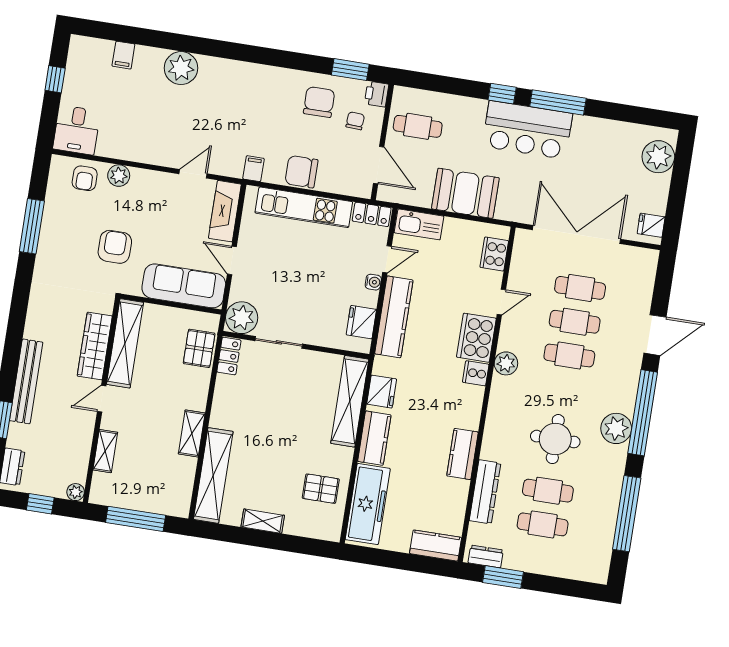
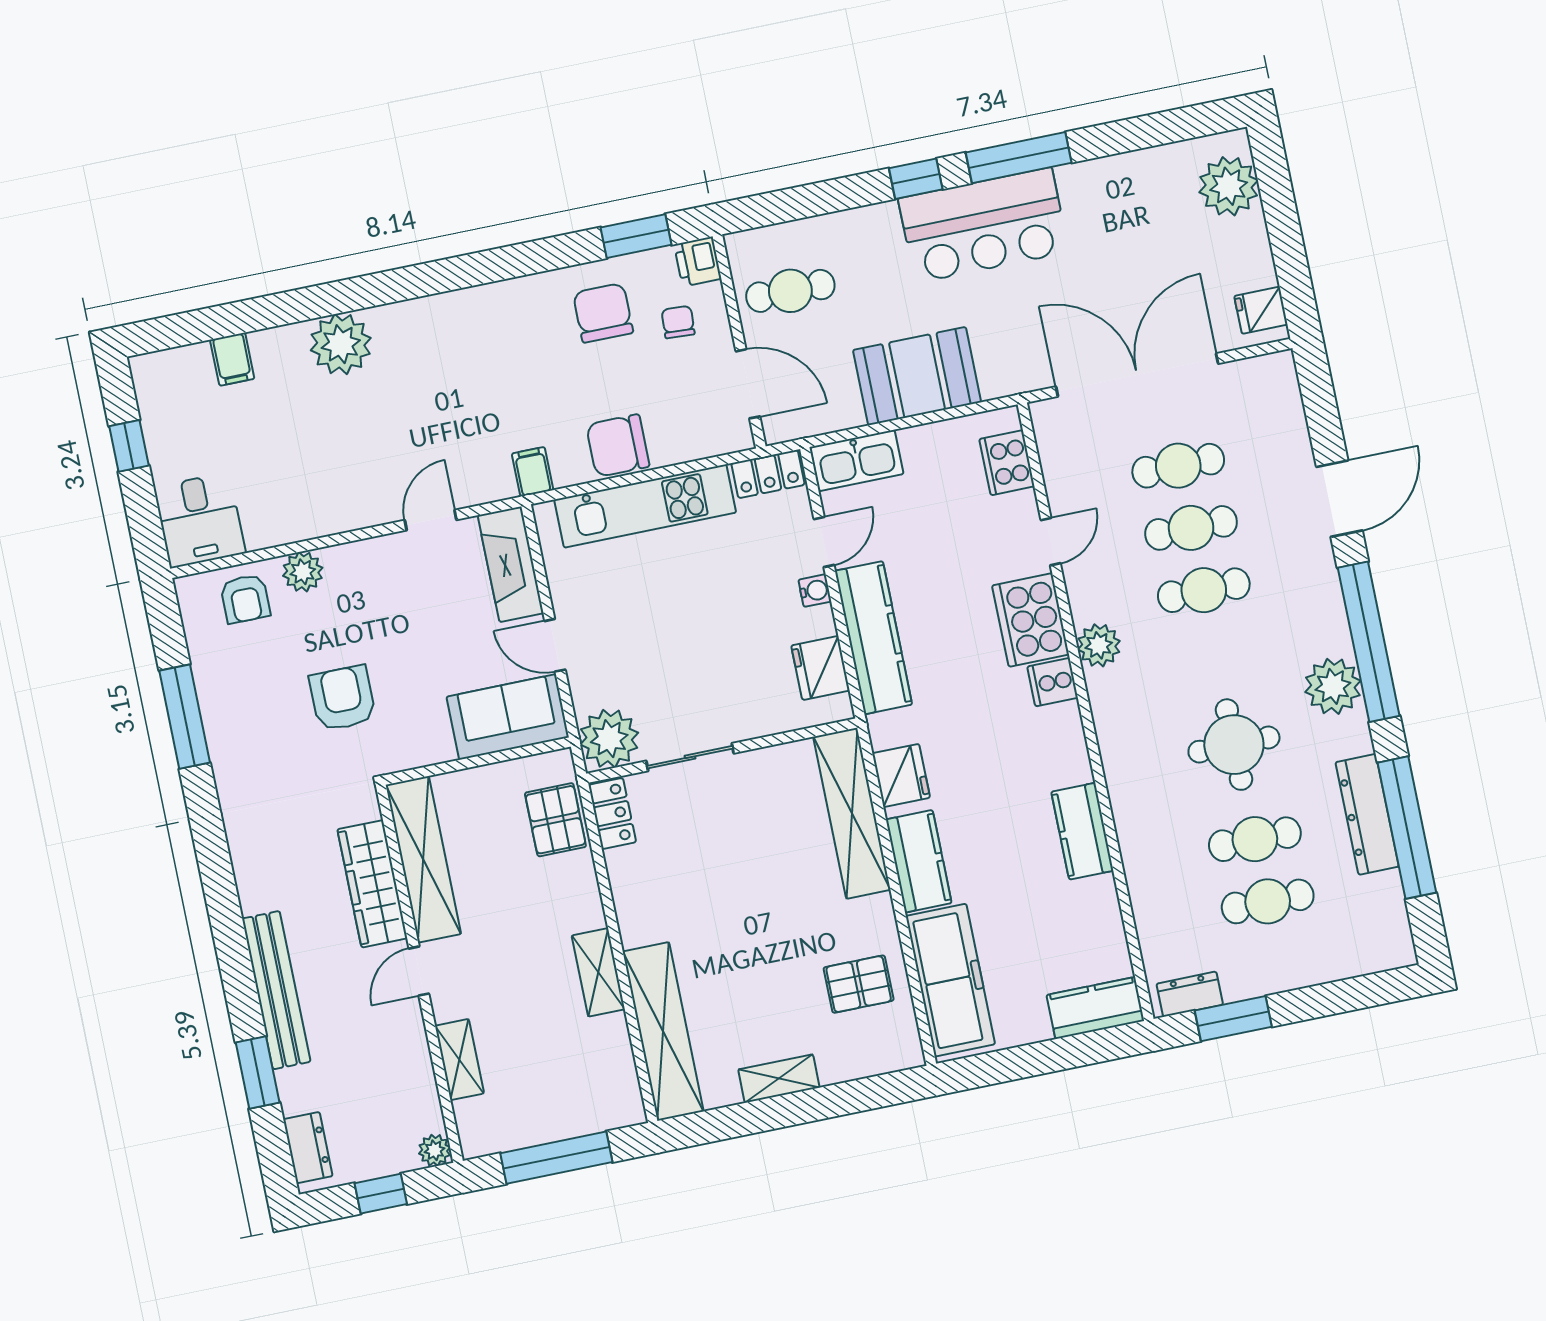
sofa: (184, 286) -> (508, 717), width x0.73
dresser: (485, 492) -> (1367, 814), moved, turned 180

